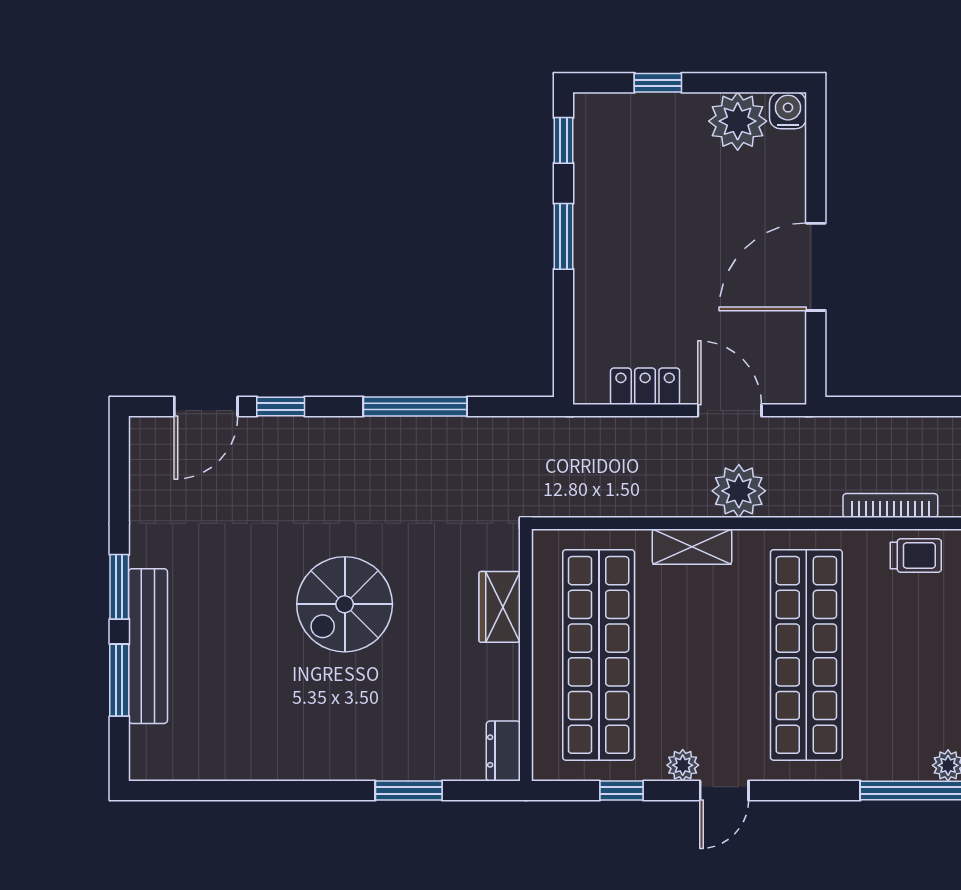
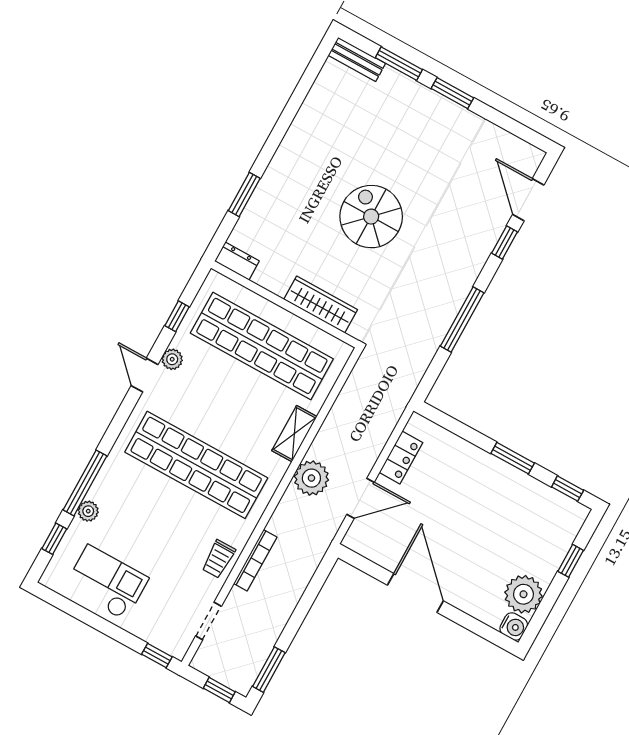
wardrobe: (500, 607) -> (321, 305), width x1.50
bench: (148, 646) -> (357, 59), moved, width x0.54, depth x0.82

